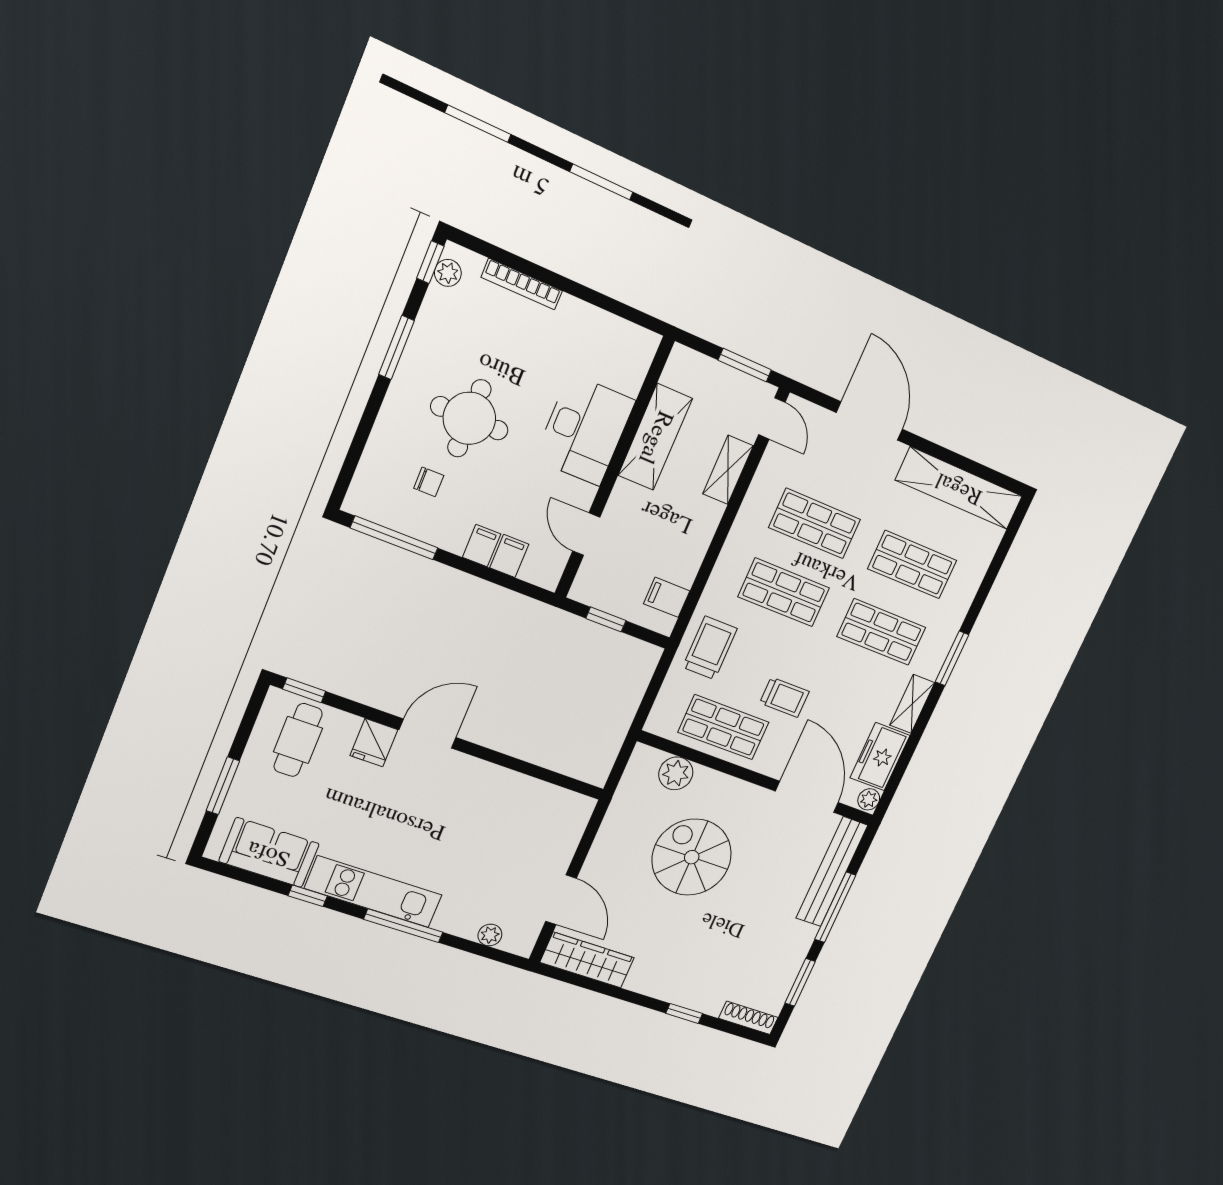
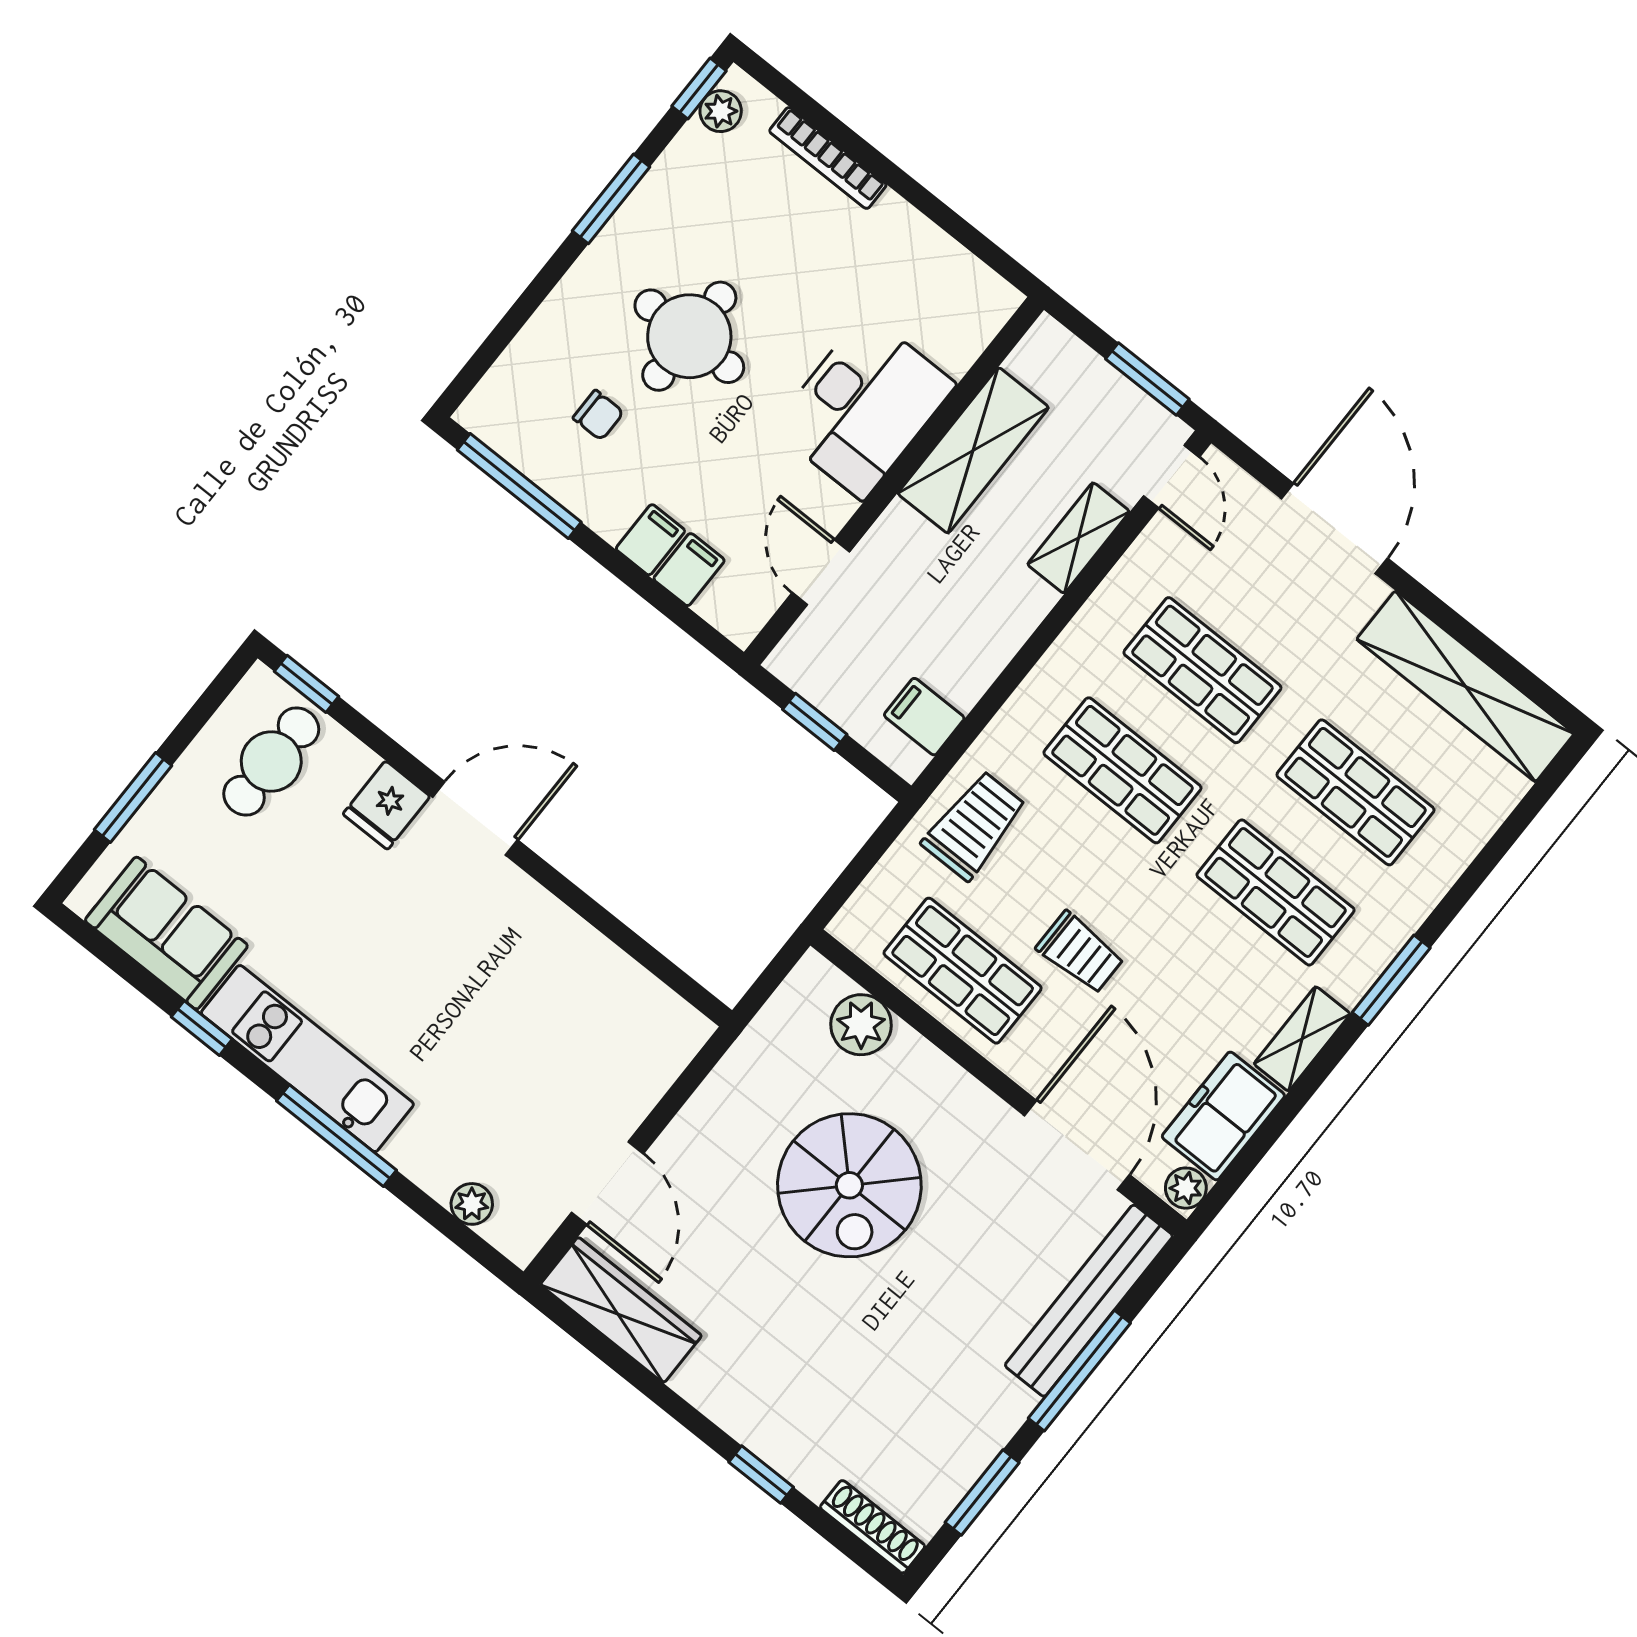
spiral stairs: (692, 857) -> (849, 1185), turned 180

